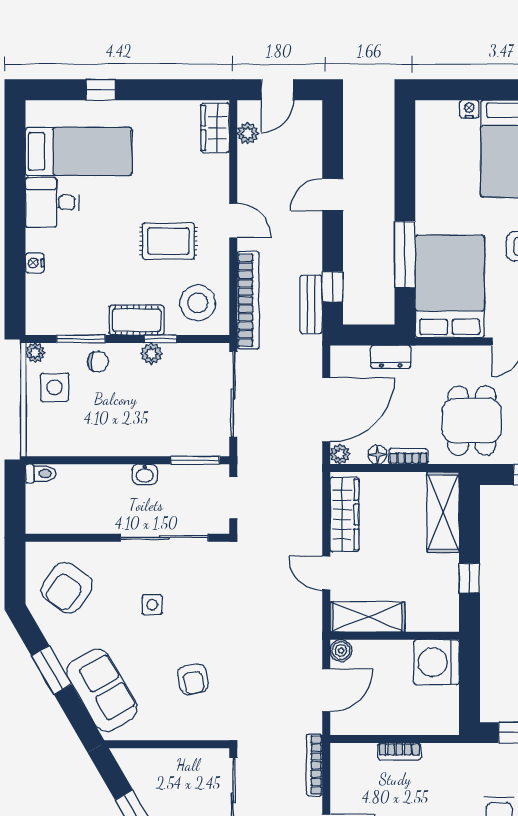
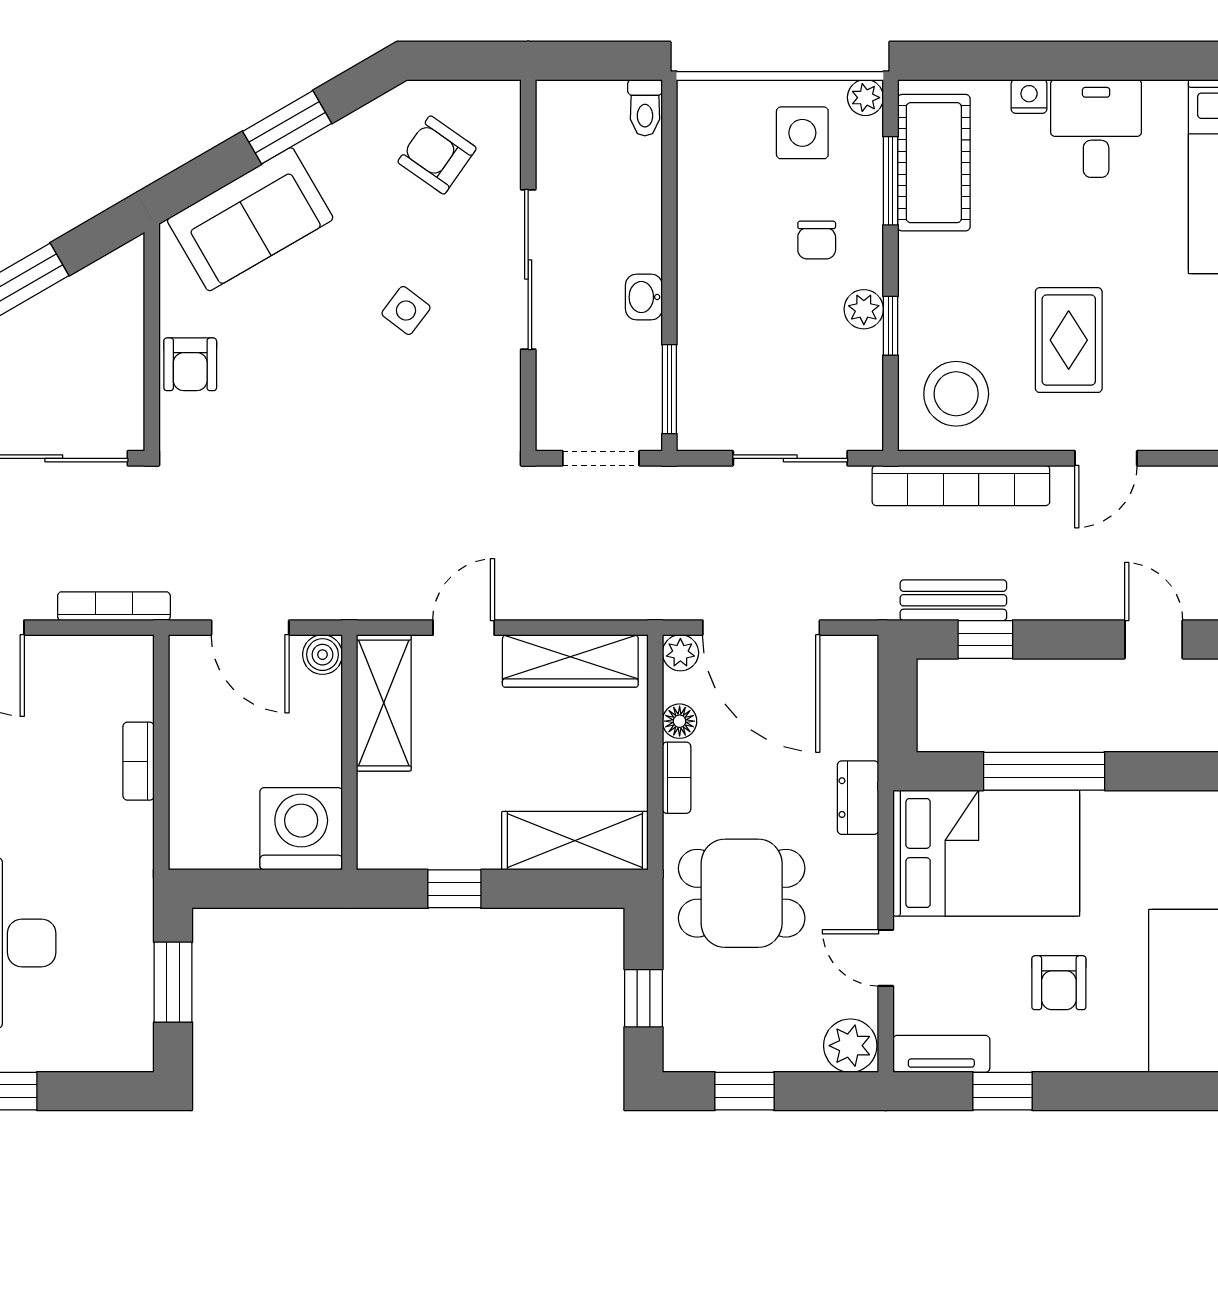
desk: (52, 202) -> (1096, 128), moved
cot: (137, 320) -> (934, 163), moved, width x1.37, depth x1.34
dresser: (391, 357) -> (858, 798), moved
chair: (98, 362) -> (817, 240), moved
sliding door: (233, 394) -> (790, 458), width x0.73
sliding door: (165, 538) -> (528, 269), moved
armchair: (67, 588) -> (437, 155), width x0.72, depth x0.72
side table: (152, 605) -> (406, 310), turned 37
armchair: (193, 679) -> (190, 364), moved, turned -78

